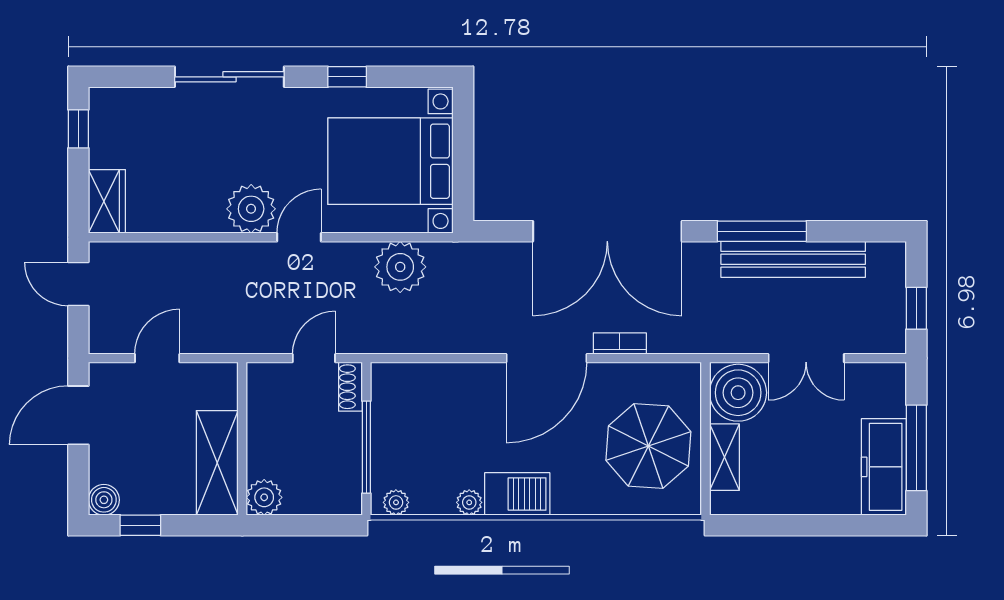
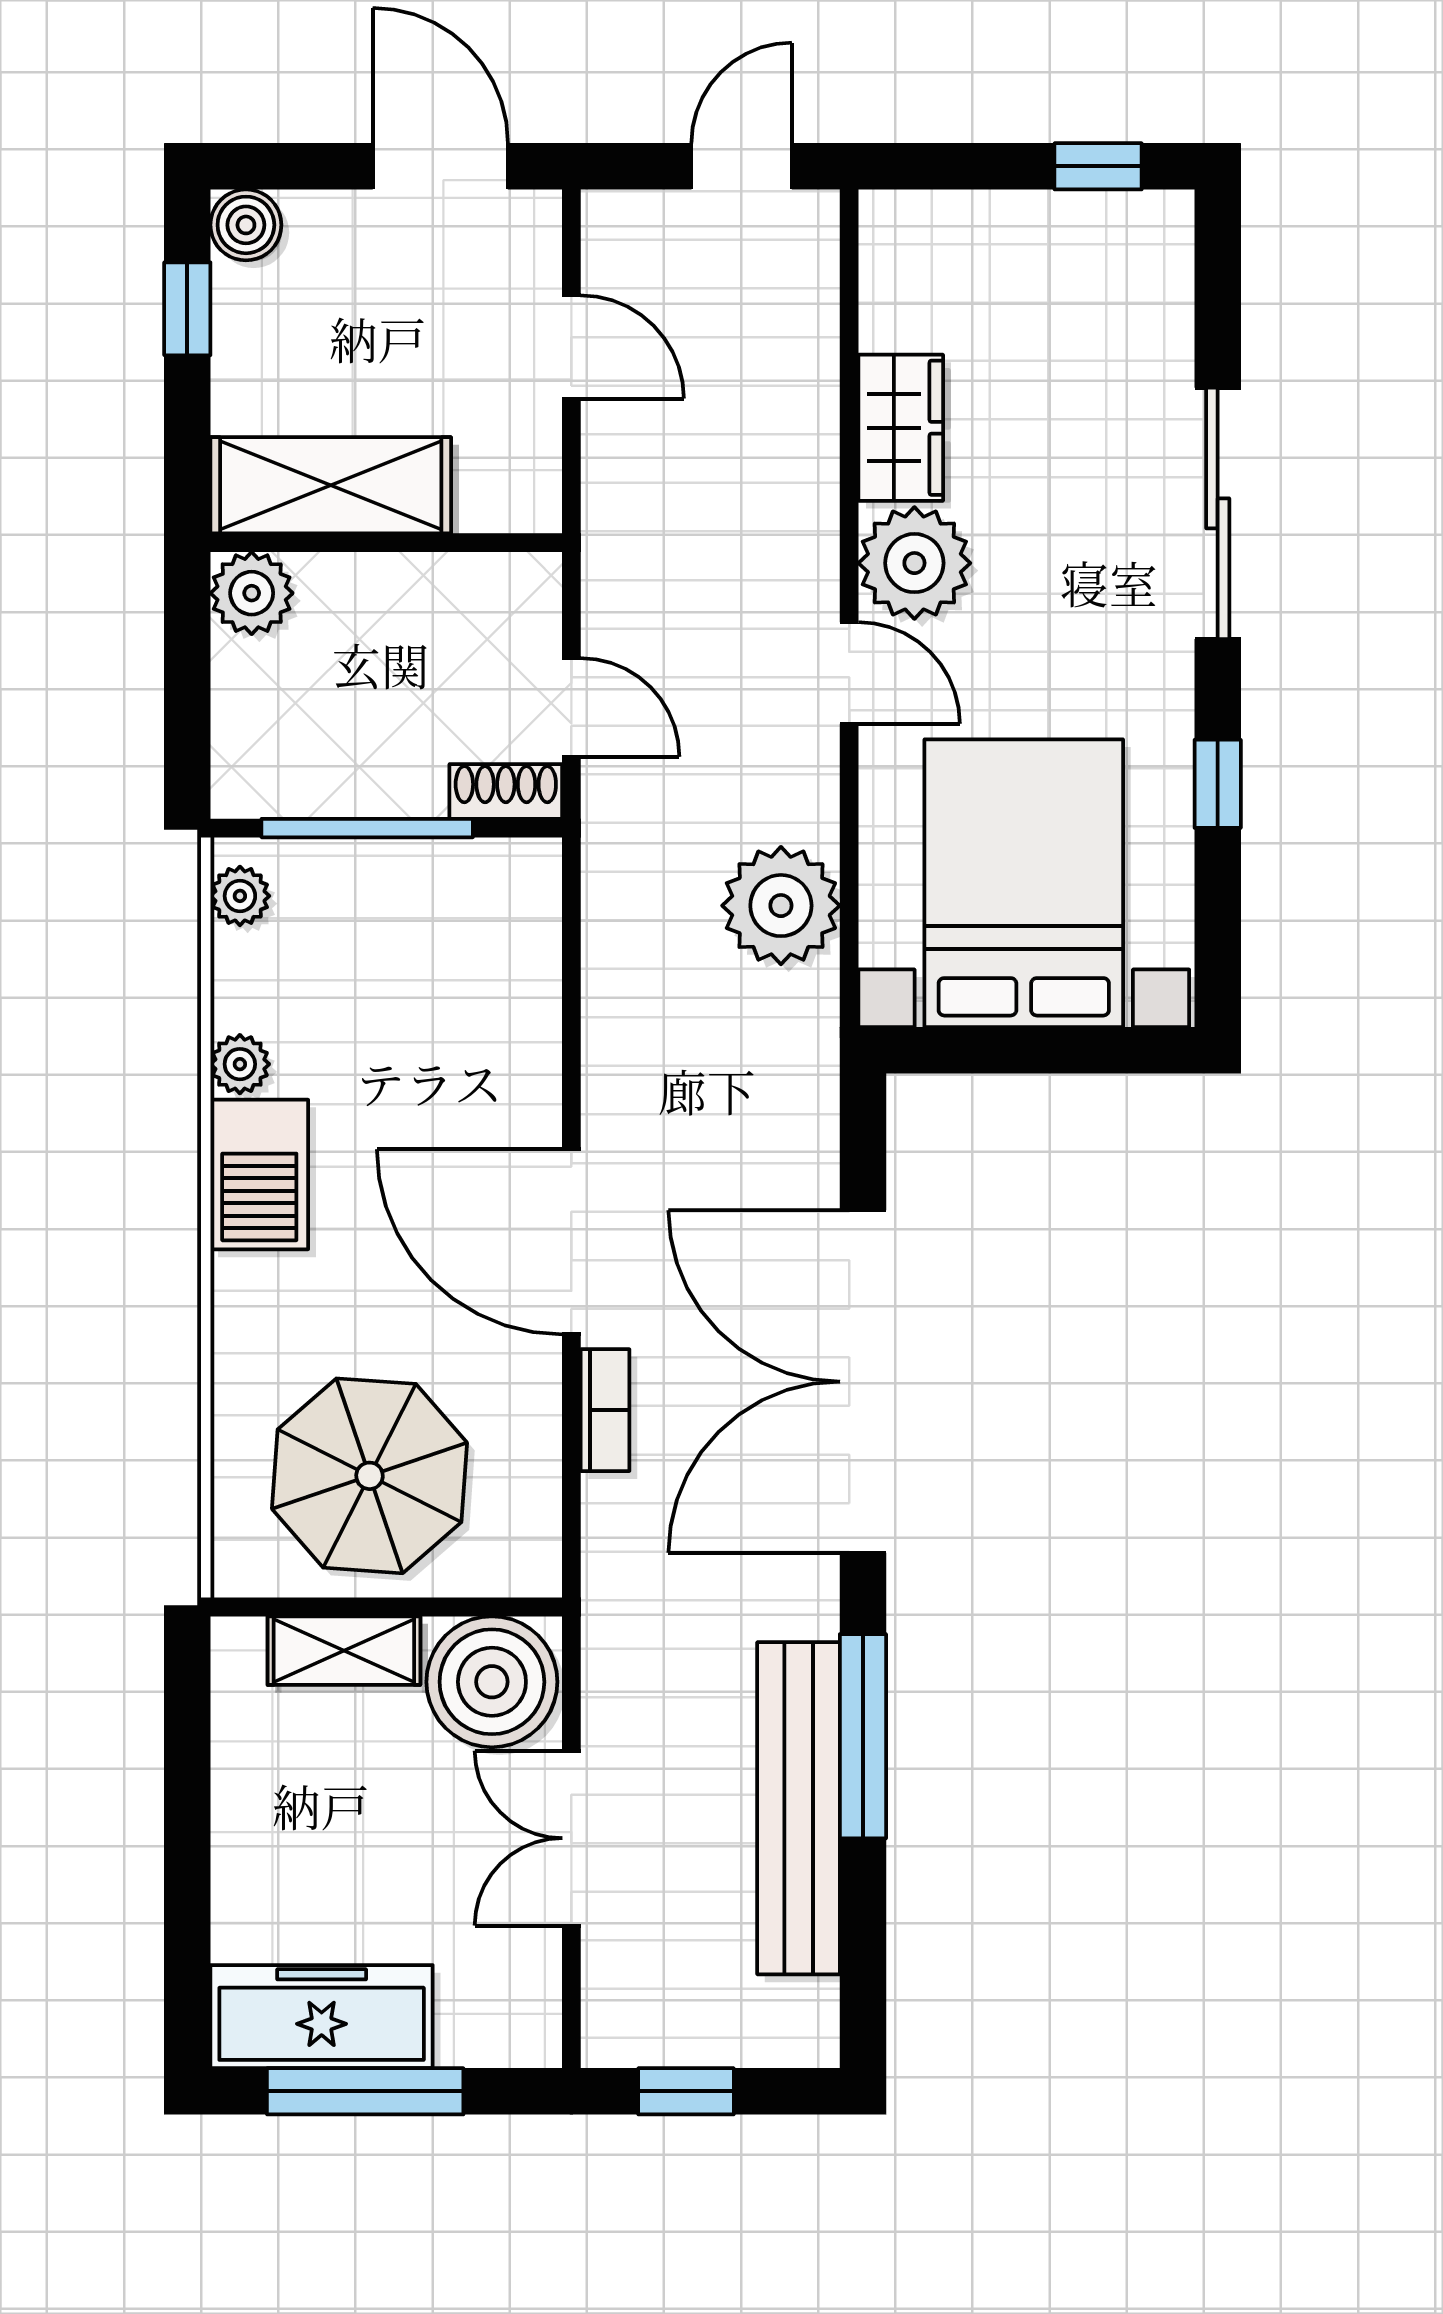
wardrobe: (107, 201) -> (901, 428), moved, turned -90

